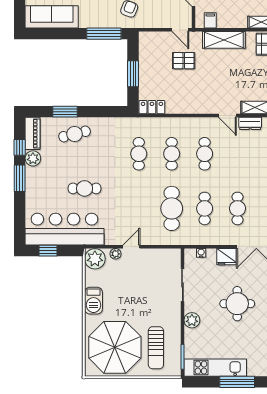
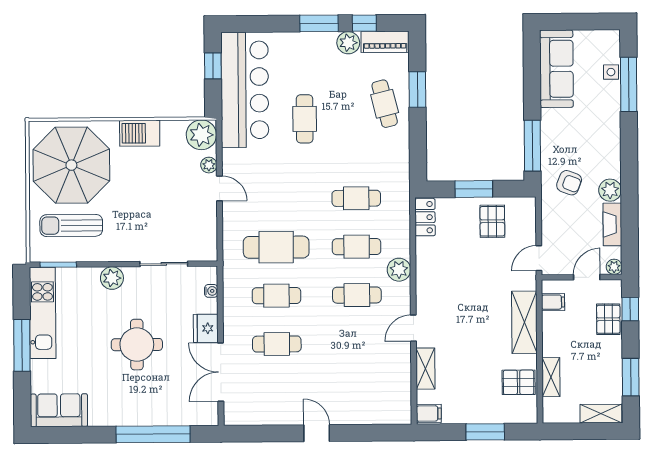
pallet: (184, 61) -> (492, 221), moved
dresser: (250, 123) -> (402, 362), removed
plant: (188, 125) -> (399, 270), added

